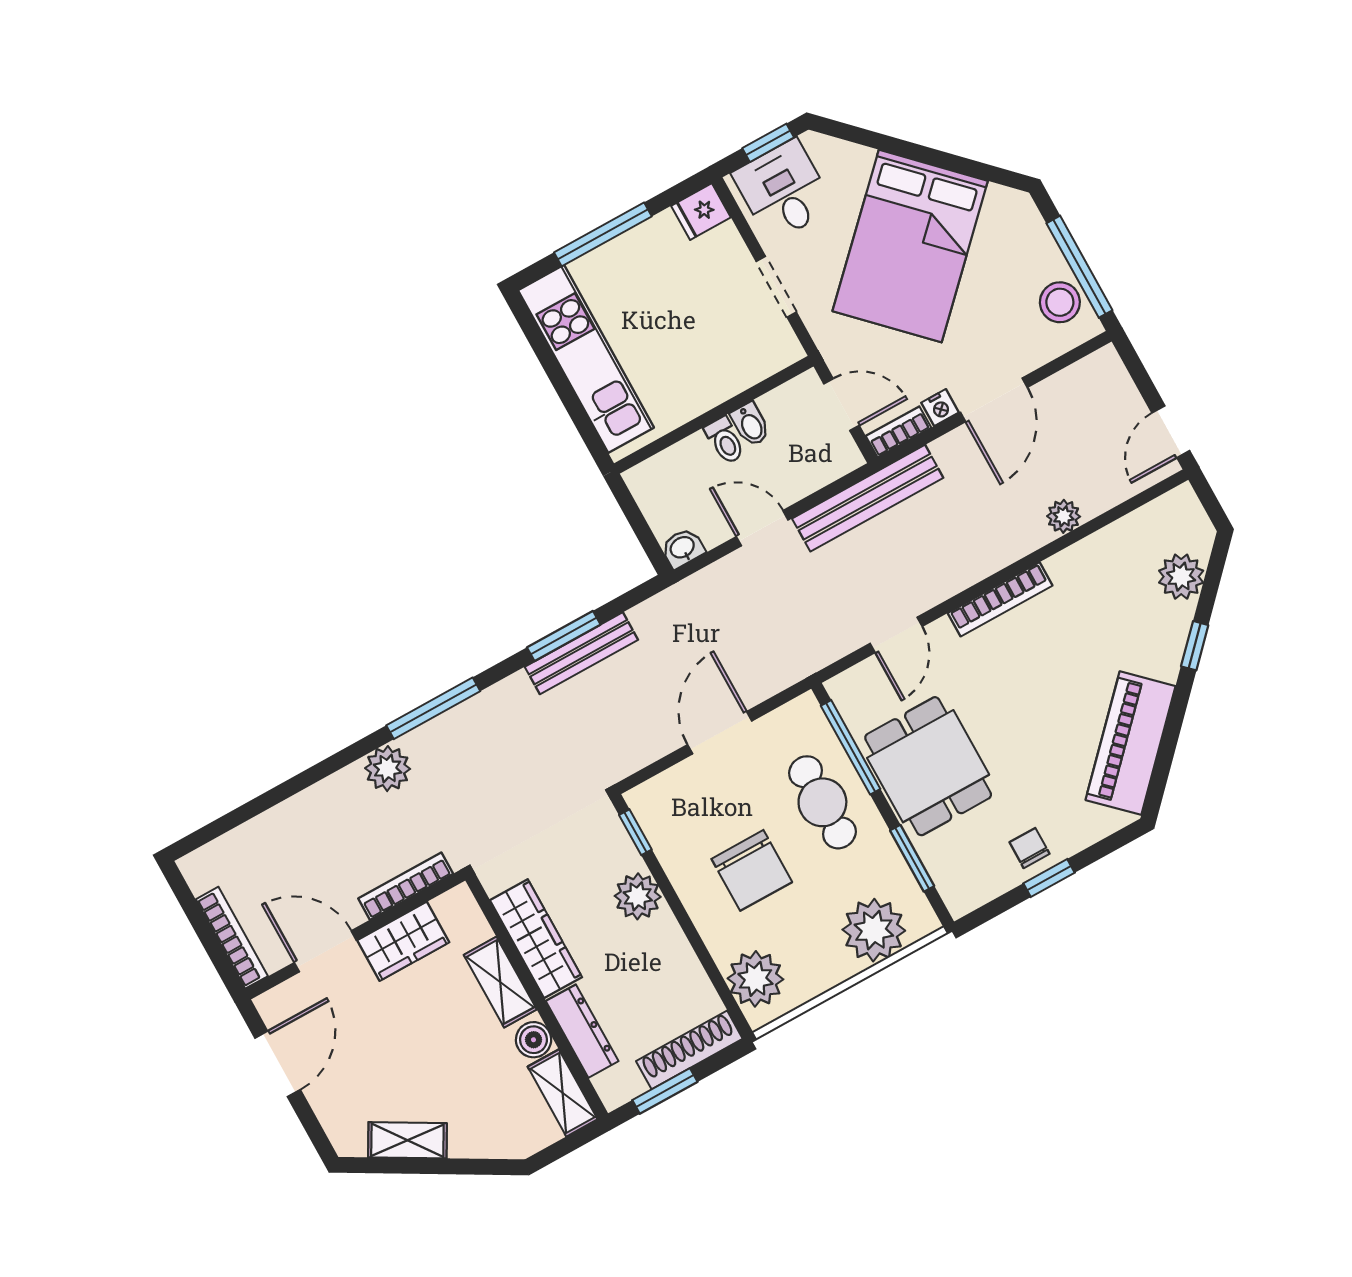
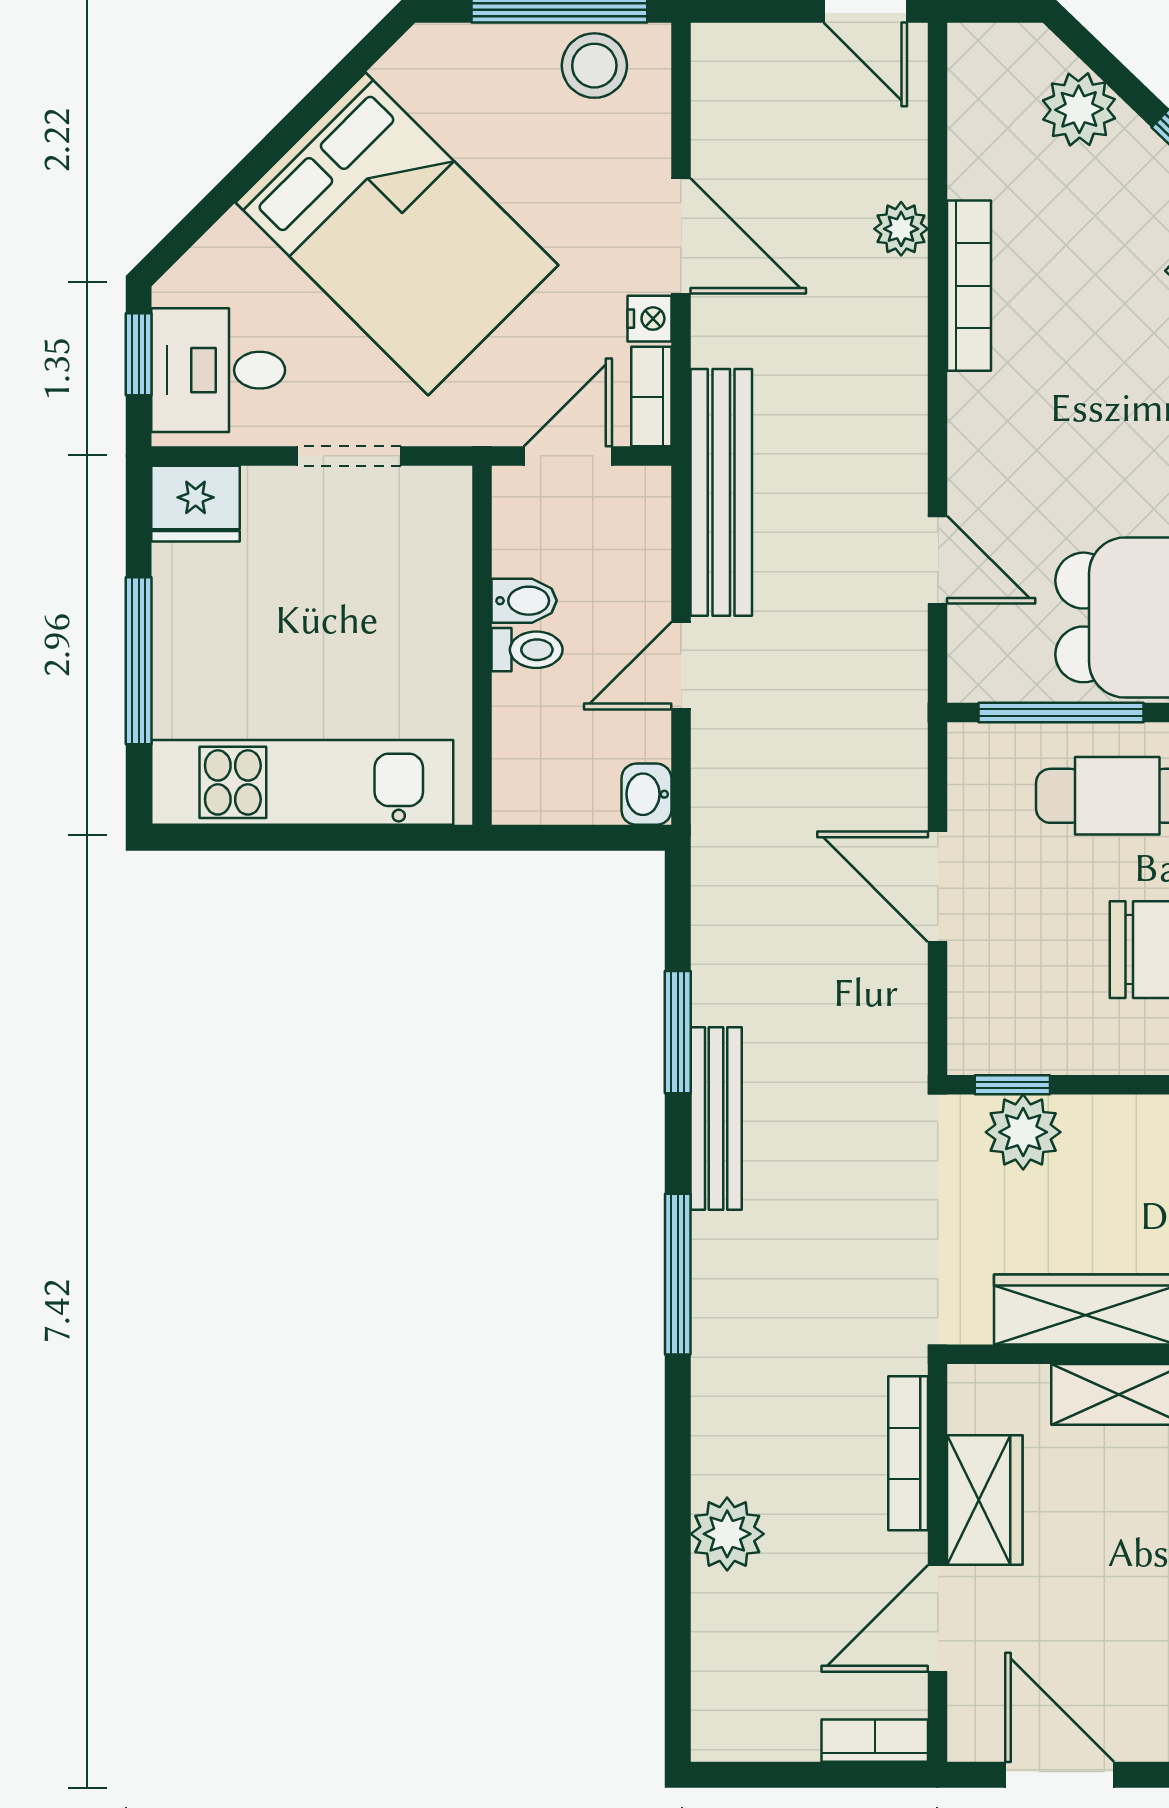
fridge: (701, 212) -> (196, 504), width x1.38
bookcase: (1000, 599) -> (969, 286), moved
bench: (581, 653) -> (716, 1119), moved
plant: (388, 769) -> (727, 1534), moved
plant: (638, 896) -> (1023, 1132), moved
bookcase: (232, 938) -> (875, 1741), width x0.64

